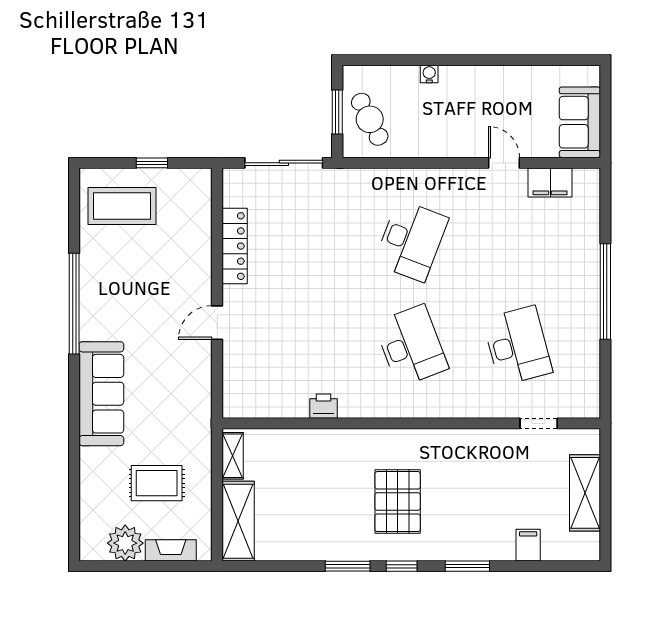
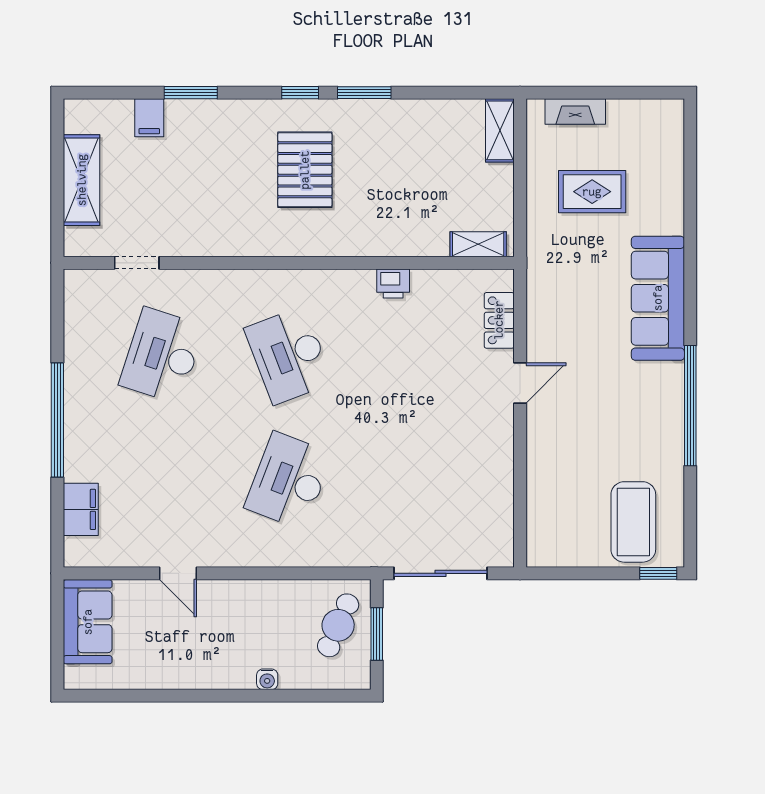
cafe table: (370, 119) -> (338, 625), turned 51
window: (152, 163) -> (658, 573), moved
filing cabinet: (550, 183) -> (81, 509), moved, turned 90
coffee table: (122, 206) -> (633, 522), turned 90
locker: (235, 246) -> (499, 320), moved, width x0.66
desk: (517, 346) -> (162, 355), turned 33
shelving: (233, 456) -> (478, 244), moved, turned 90
shelving: (238, 521) -> (500, 130), width x0.67, depth x0.75
plant: (125, 543) -> (629, 120), removed
window: (467, 566) -> (191, 93), moved

